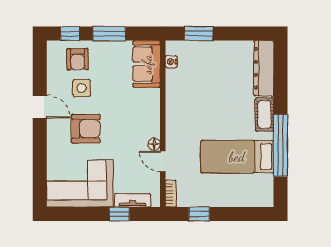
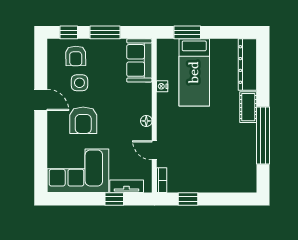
nightstand: (171, 62) -> (162, 86), moved
armchair: (86, 129) -> (83, 120), turned 90
floor lamp: (154, 144) -> (146, 121), moved
bed: (237, 157) -> (194, 72), moved, turned -90

